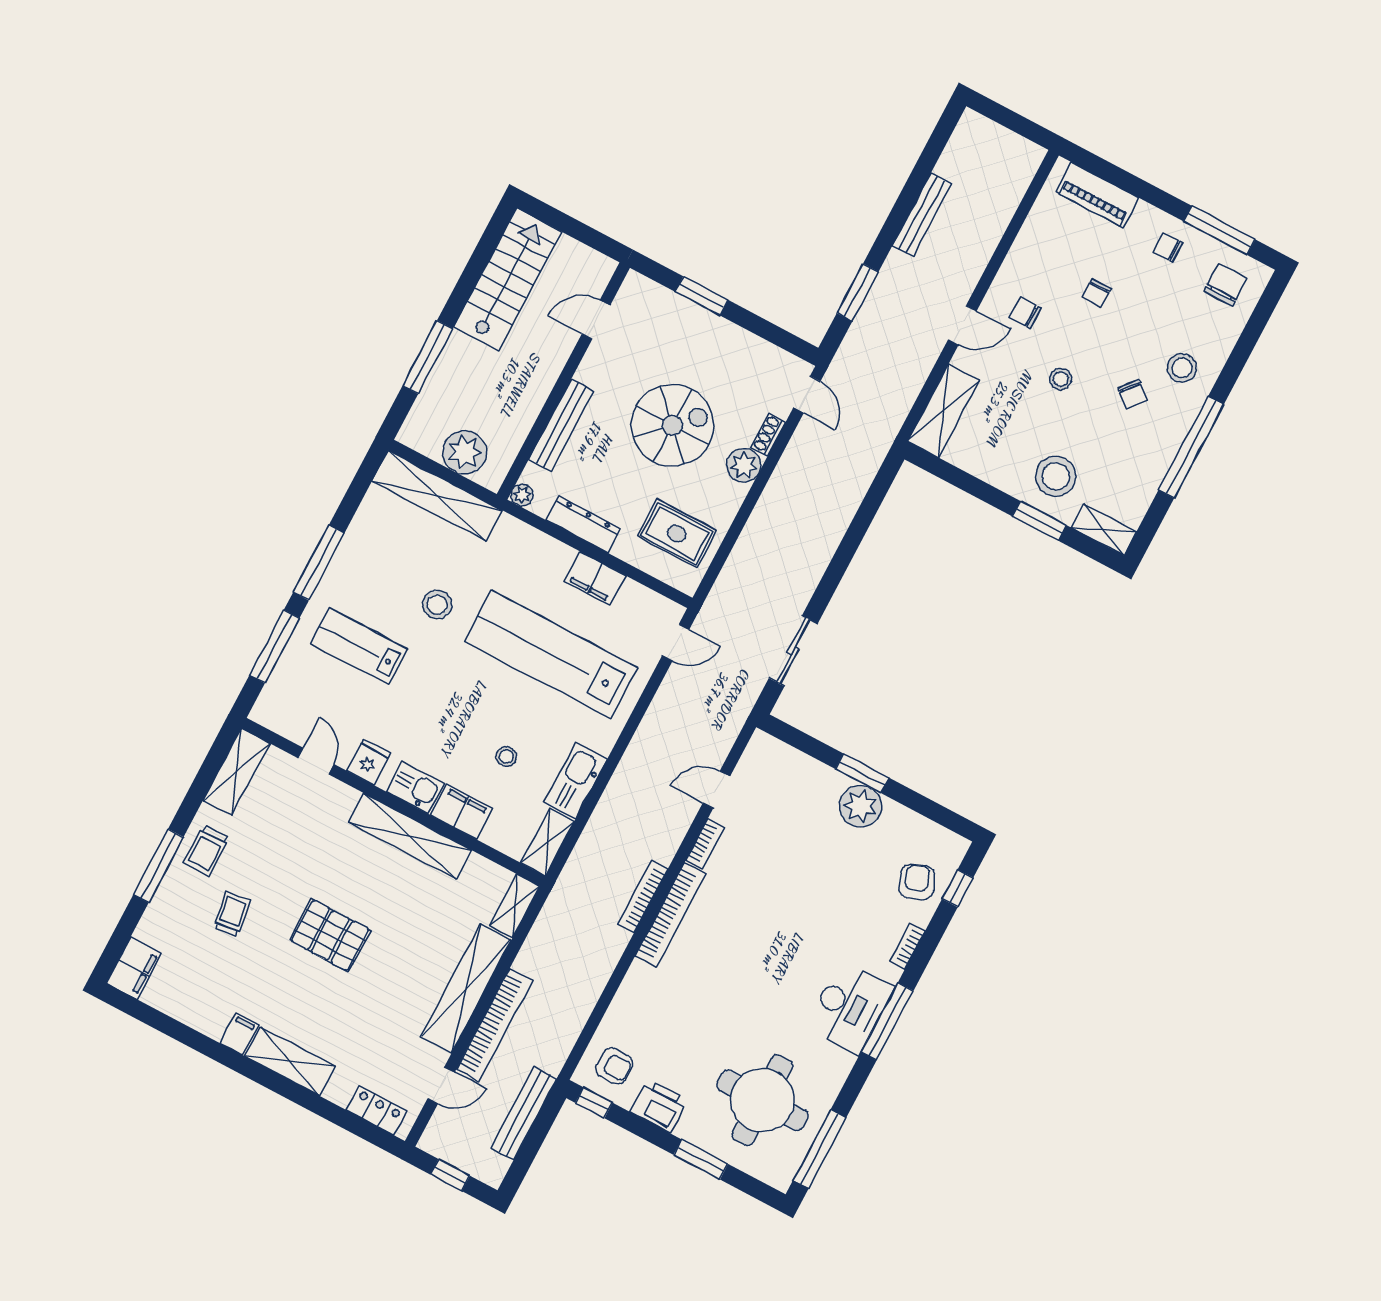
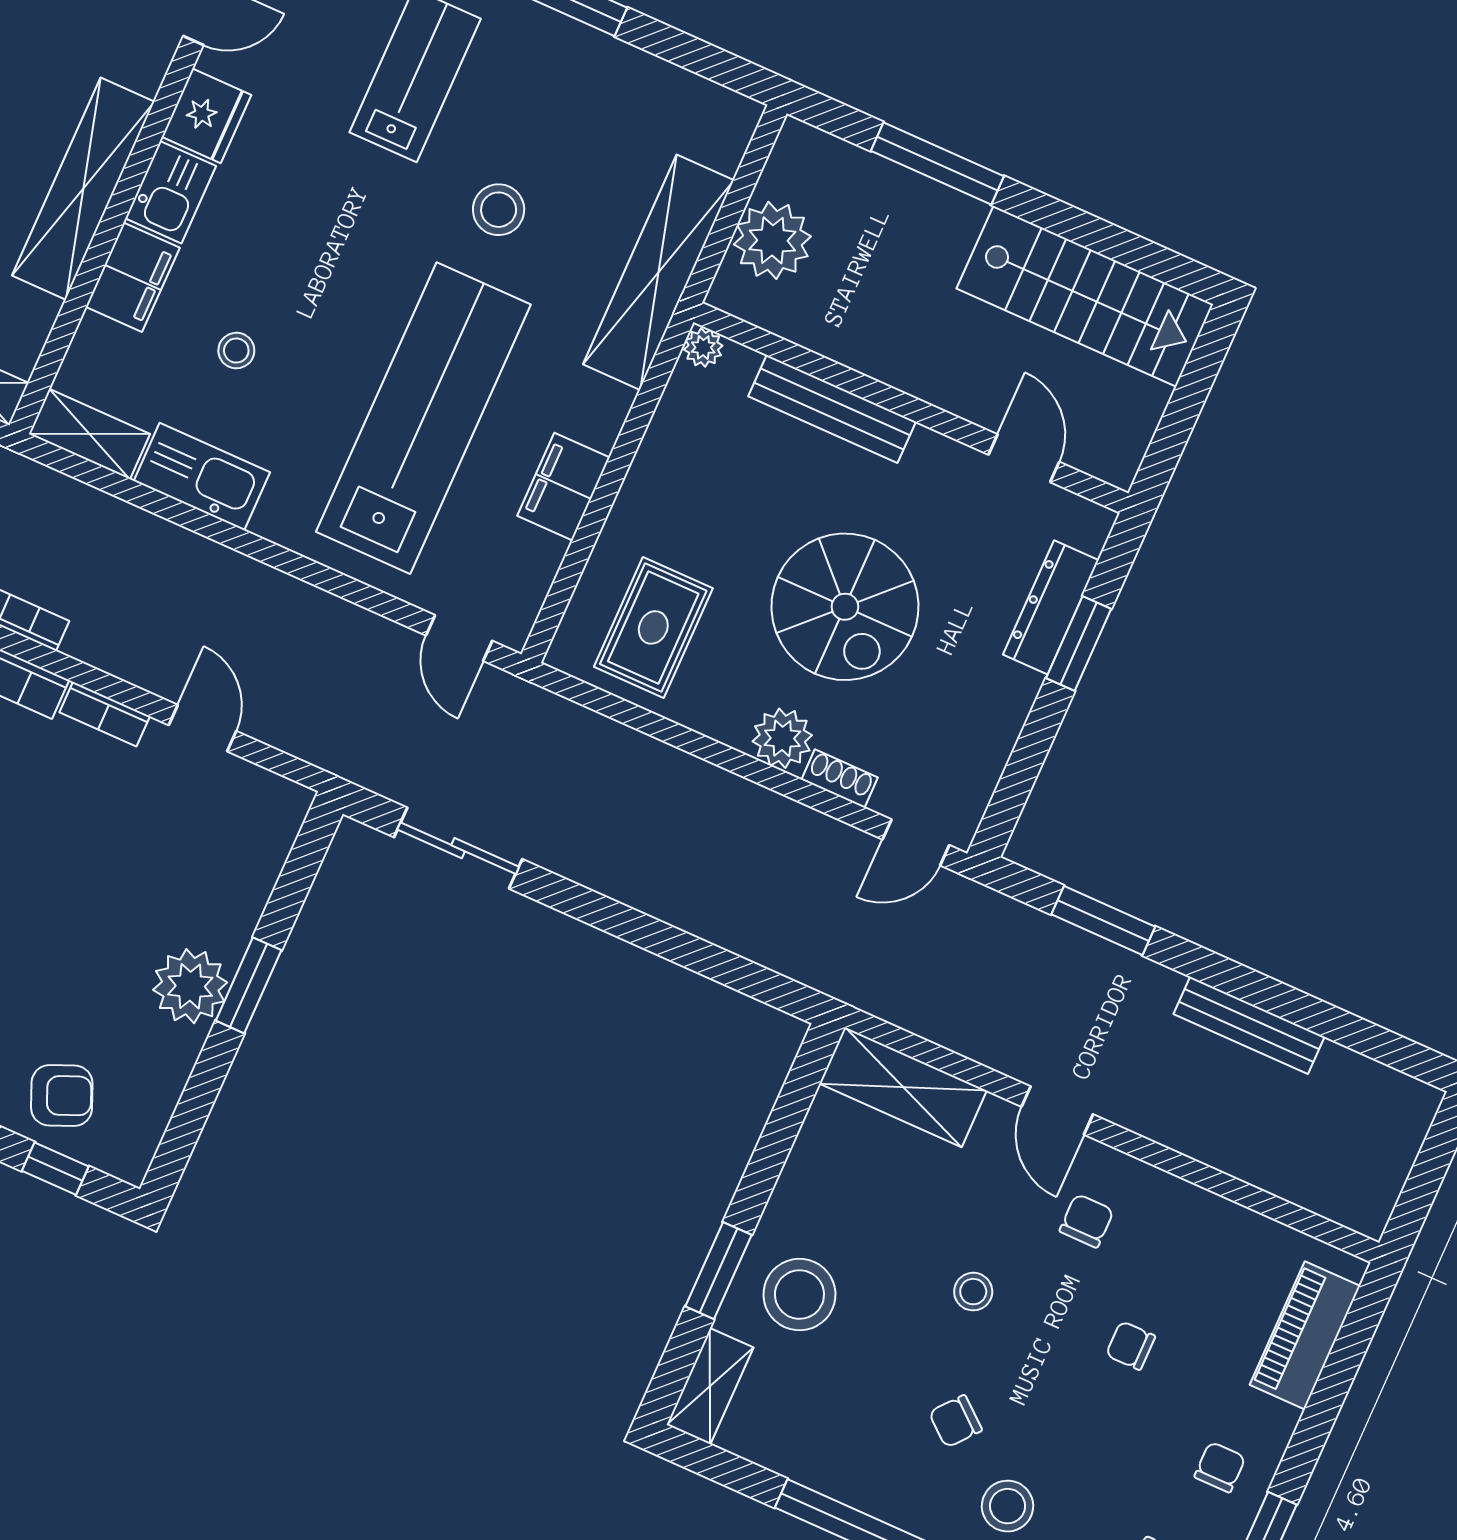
shelving: (437, 496) -> (658, 272), moved
dresser: (583, 524) -> (1051, 607), moved, turned 180
fridge: (369, 762) -> (206, 116), width x1.38

